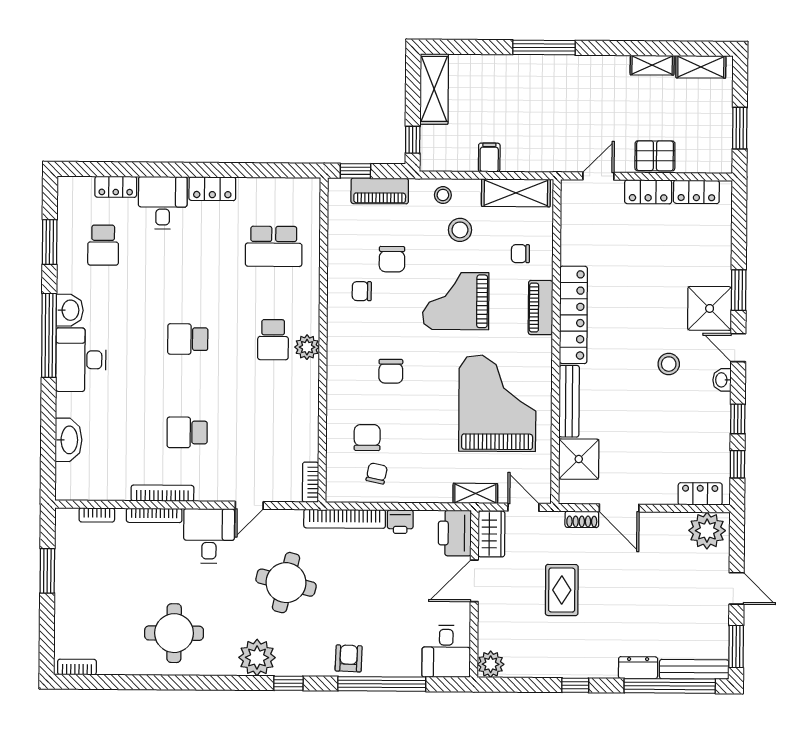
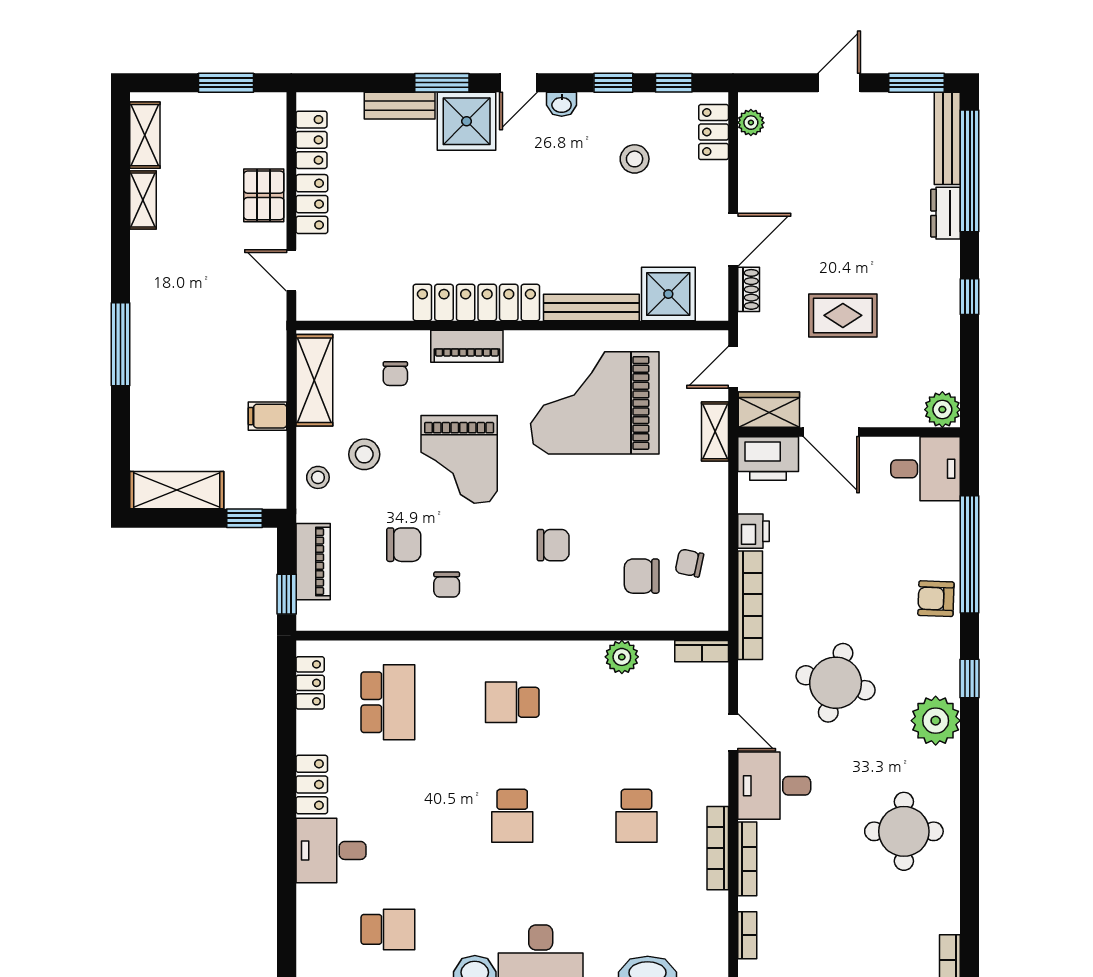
locker: (116, 187) -> (310, 683), moved
bench: (722, 258) -> (400, 106), added
school desk: (273, 340) -> (512, 702), turned 180
plant: (307, 347) -> (622, 657), moved
stool: (669, 364) -> (635, 159), moved
plant: (707, 531) -> (751, 123), width x0.53, depth x0.53

